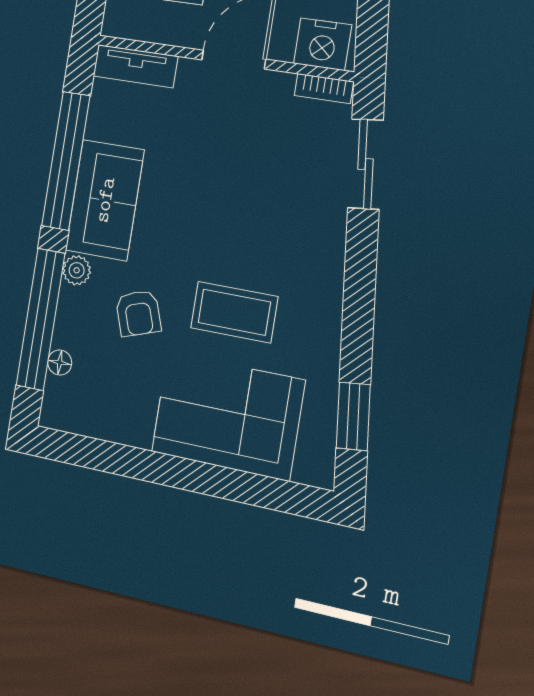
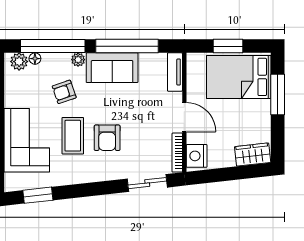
bookcase: (324, 89) -> (177, 153), width x1.56
armchair: (251, 237) -> (107, 138), added
plant: (60, 398) -> (19, 62), added

